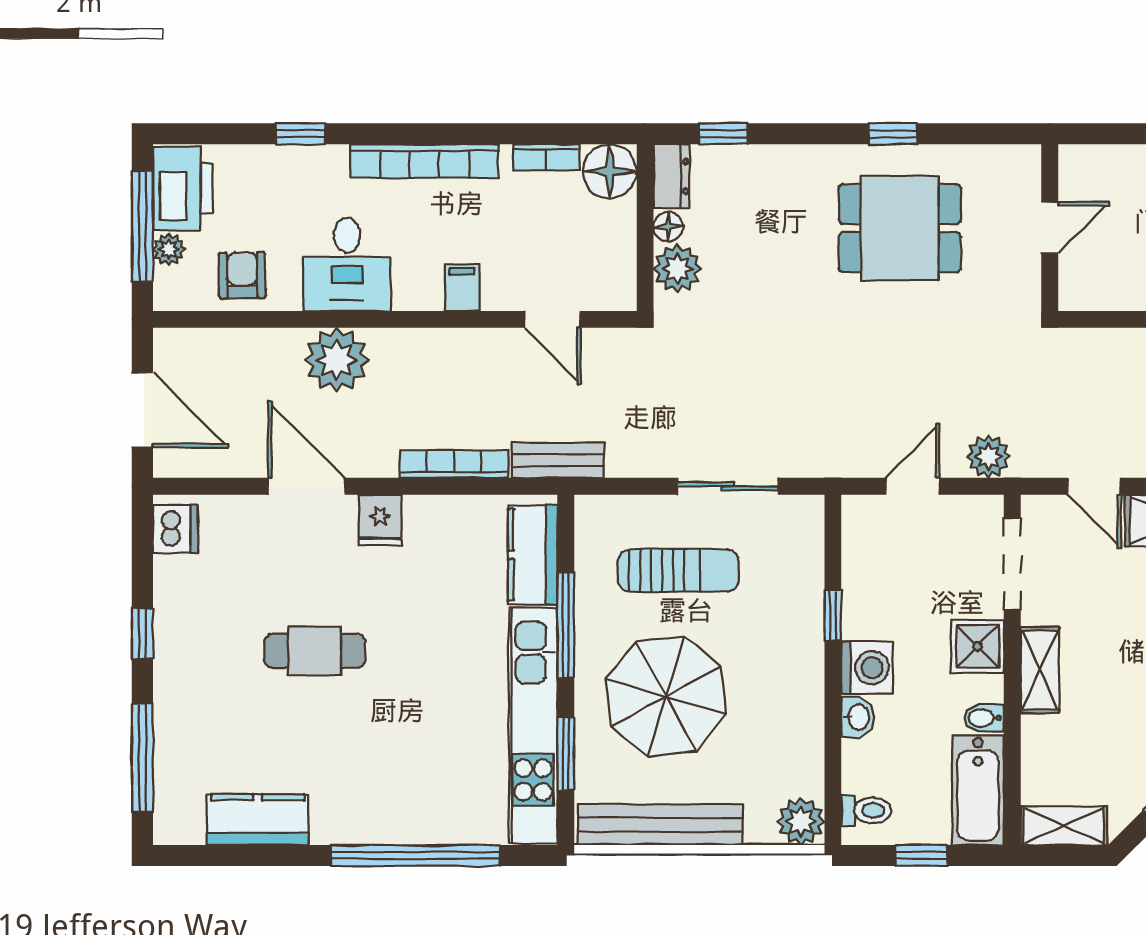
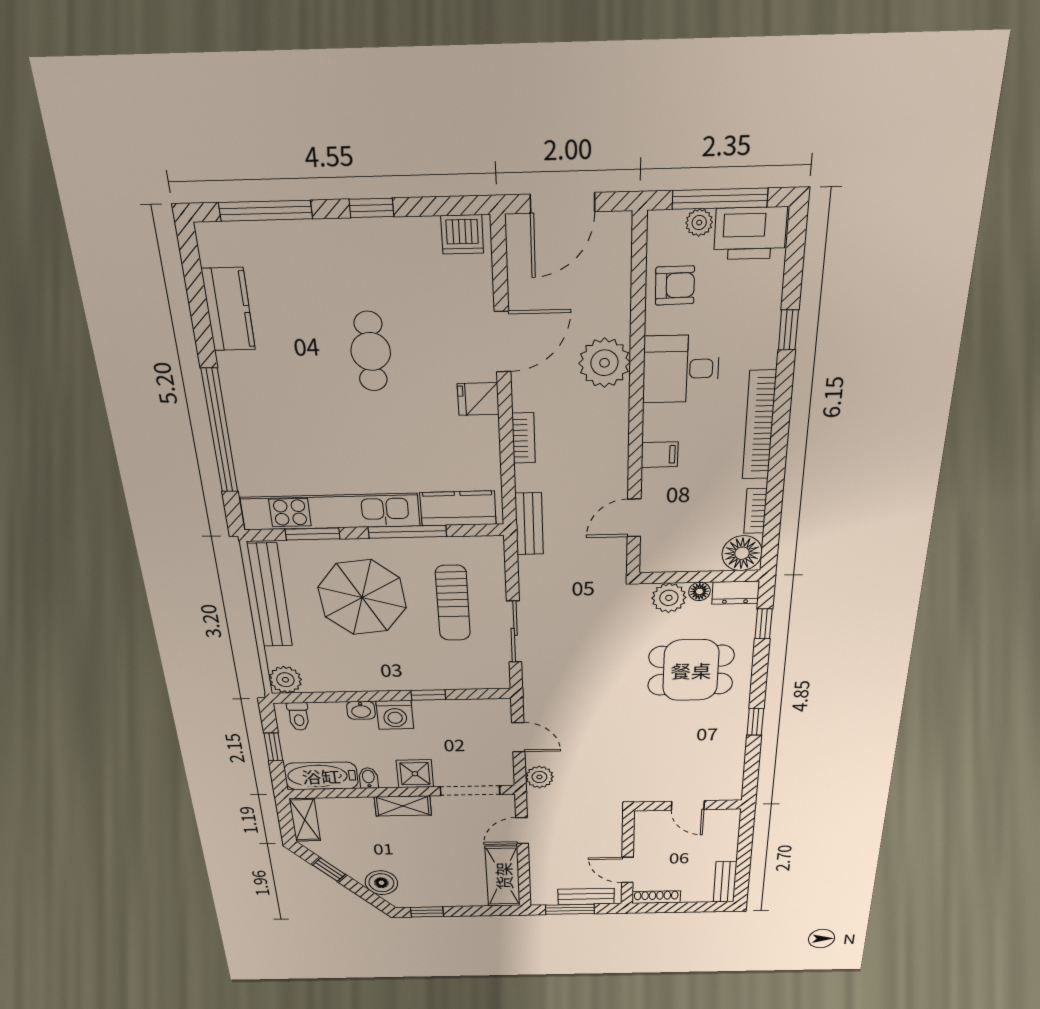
dining table: (900, 228) -> (691, 670), moved, turned 90
bookcase: (454, 464) -> (524, 438), width x0.64

